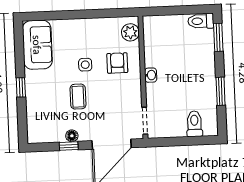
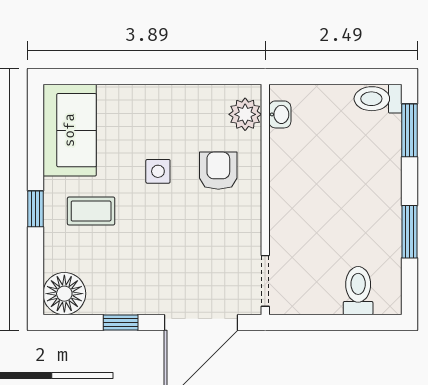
washbasin: (151, 75) -> (280, 114), moved
coffee table: (78, 97) -> (91, 211), moved, turned 90
floor lamp: (72, 136) -> (64, 294), moved, width x1.89, depth x1.89

